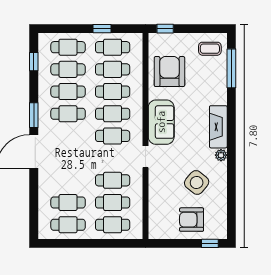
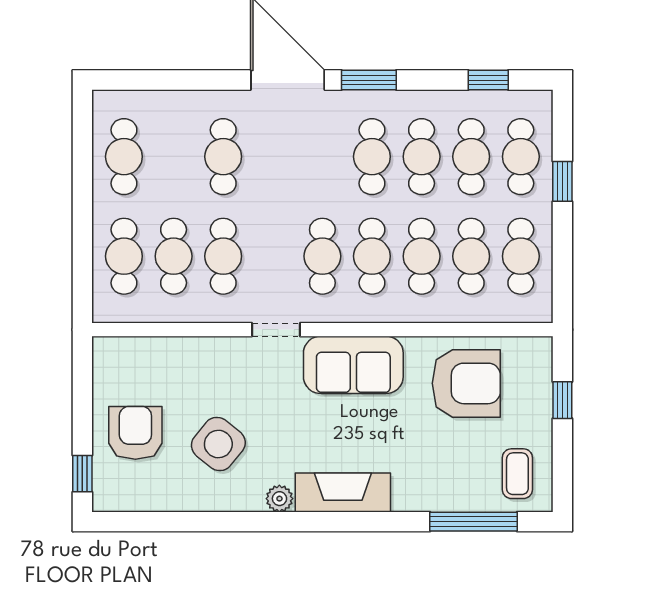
window: (102, 29) -> (562, 181), moved
window: (165, 29) -> (562, 400), moved
cafe table: (68, 203) -> (223, 157), moved

